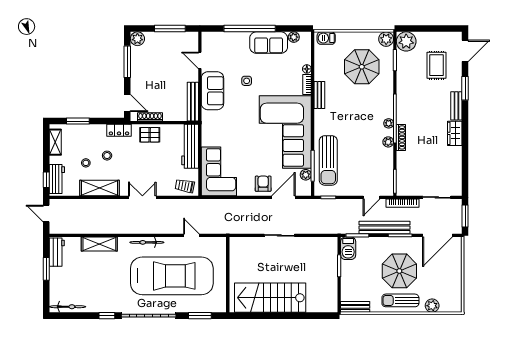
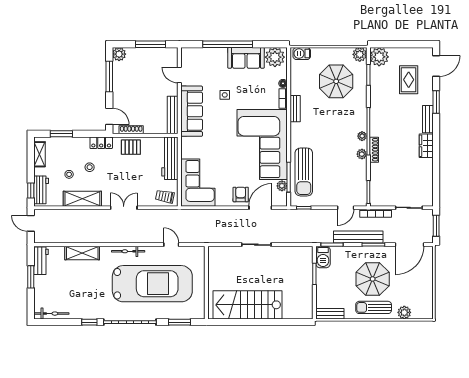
plant: (294, 37) -> (275, 57), width x1.88, depth x1.88
sofa: (212, 91) -> (192, 111), width x1.36

